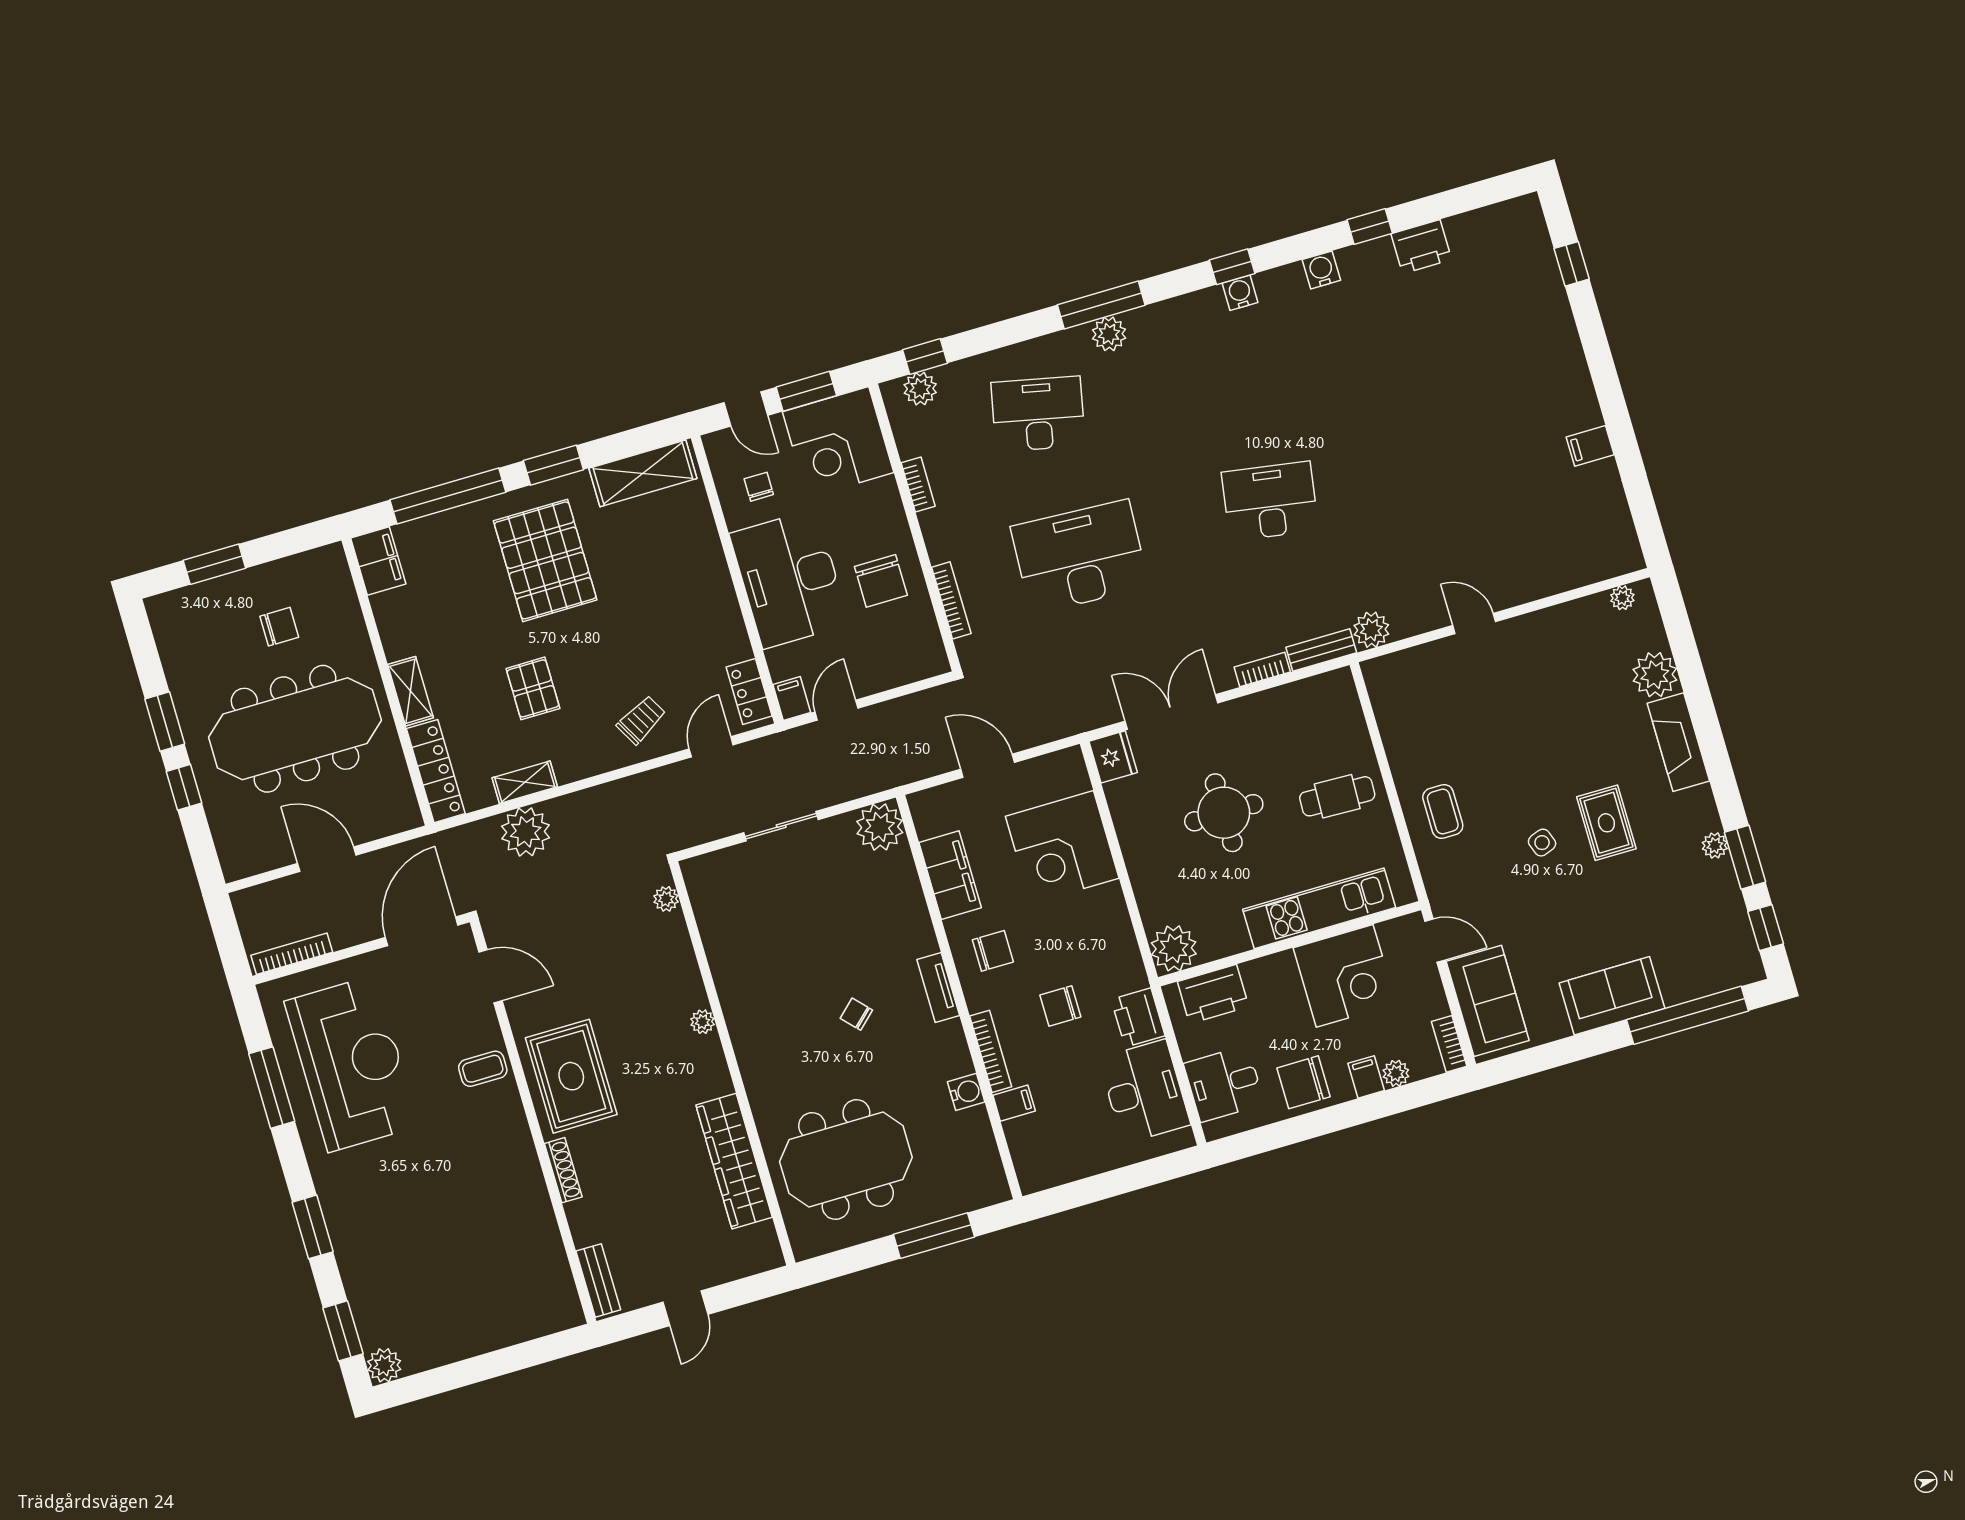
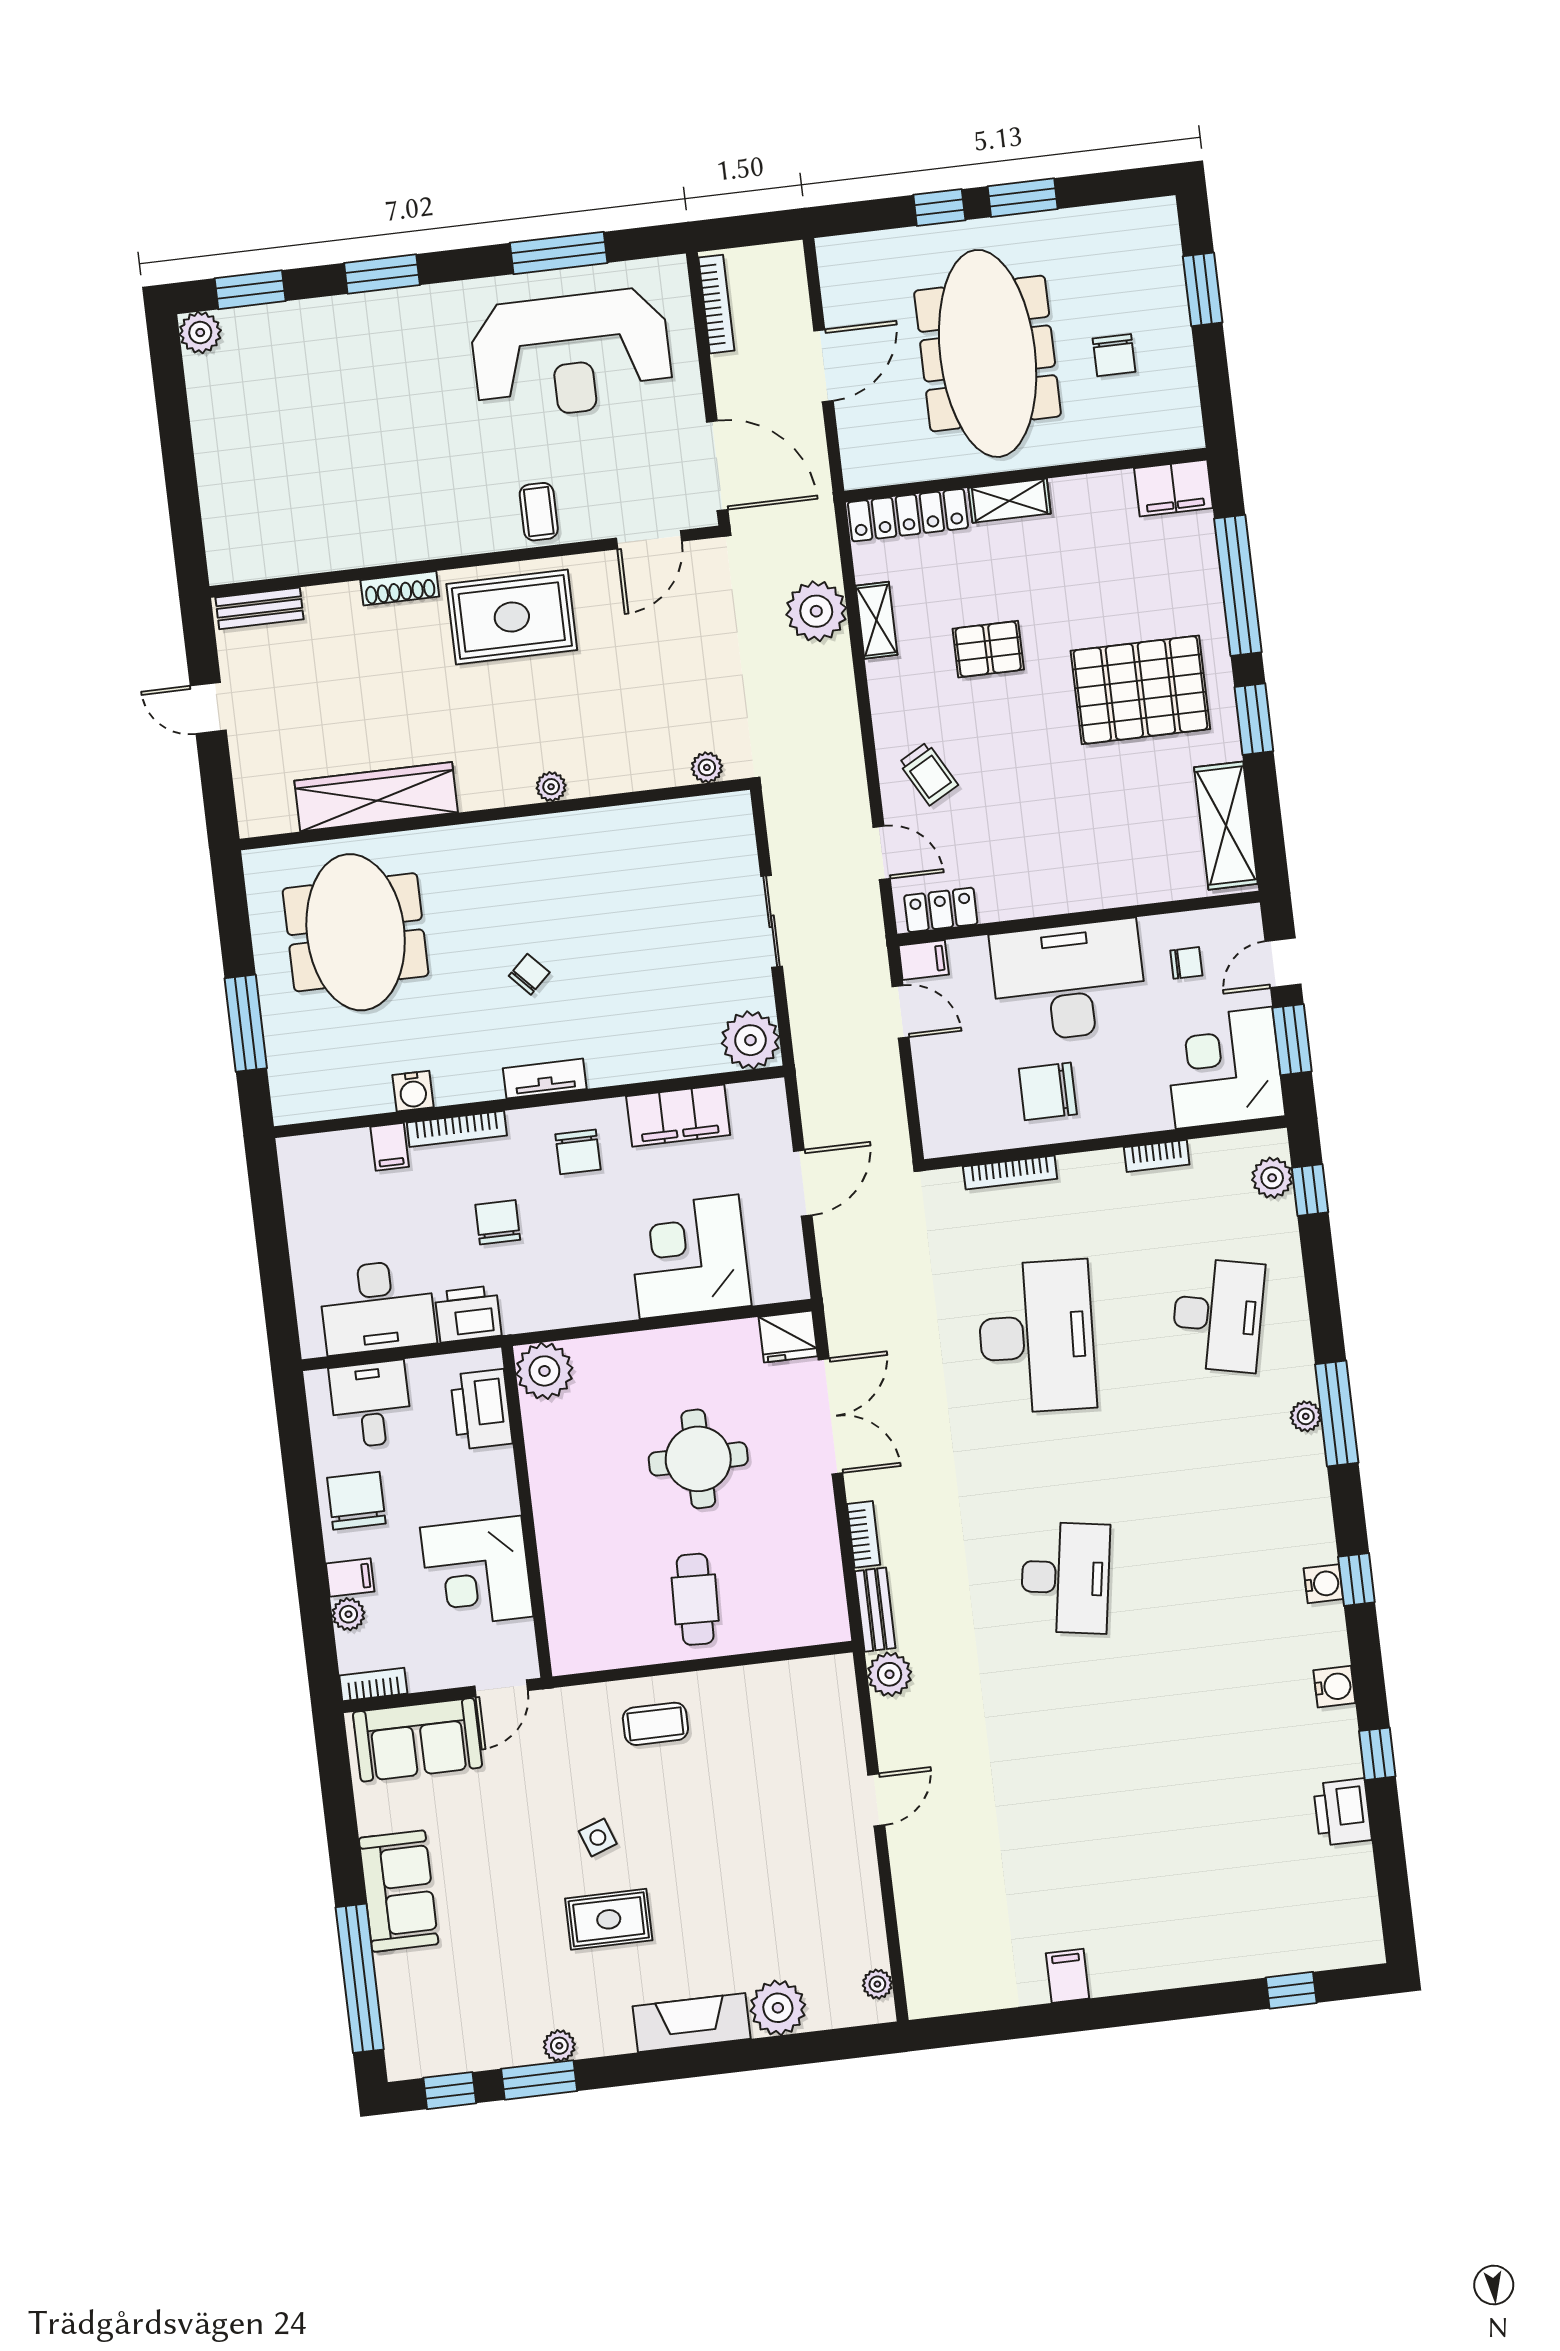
plant: (1109, 334) -> (1306, 1416), width x0.73, depth x0.73
kitchen unit: (1319, 908) -> (563, 1555), removed

